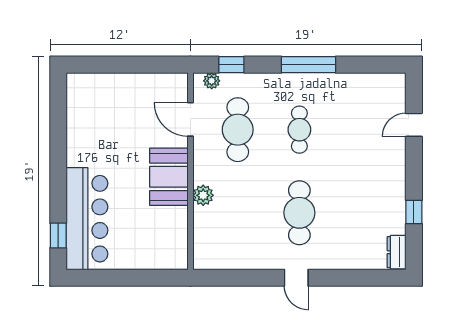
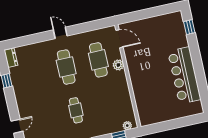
door: (190, 119) -> (119, 39), moved
cafe table: (238, 130) -> (98, 60), moved
booth: (169, 177) -> (138, 71), removed
bar counter: (87, 219) -> (184, 75), moved

